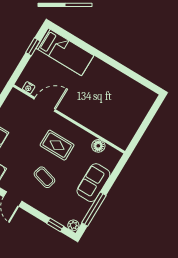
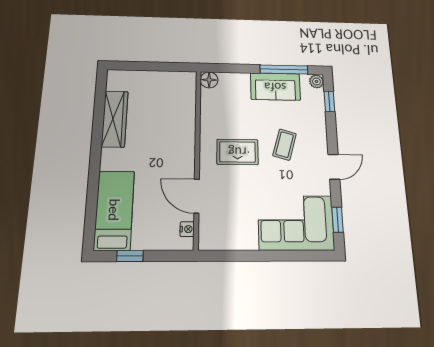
wardrobe: (122, 82) -> (115, 119), added
rug: (57, 145) -> (237, 152), turned 90
floor lamp: (98, 146) -> (209, 80), moved
sofa: (93, 183) -> (275, 87), moved

